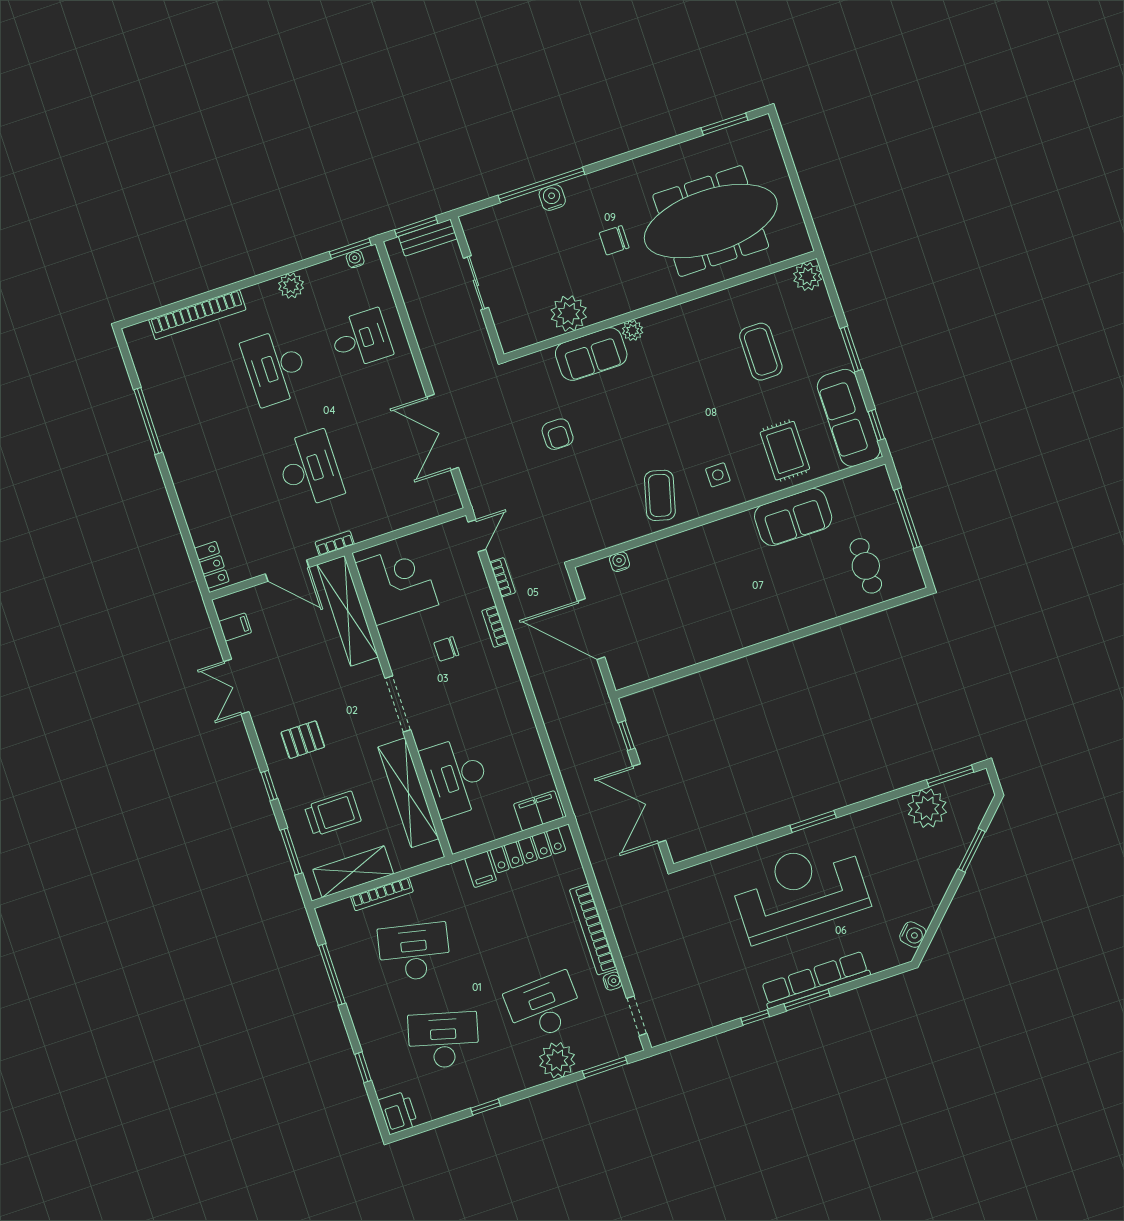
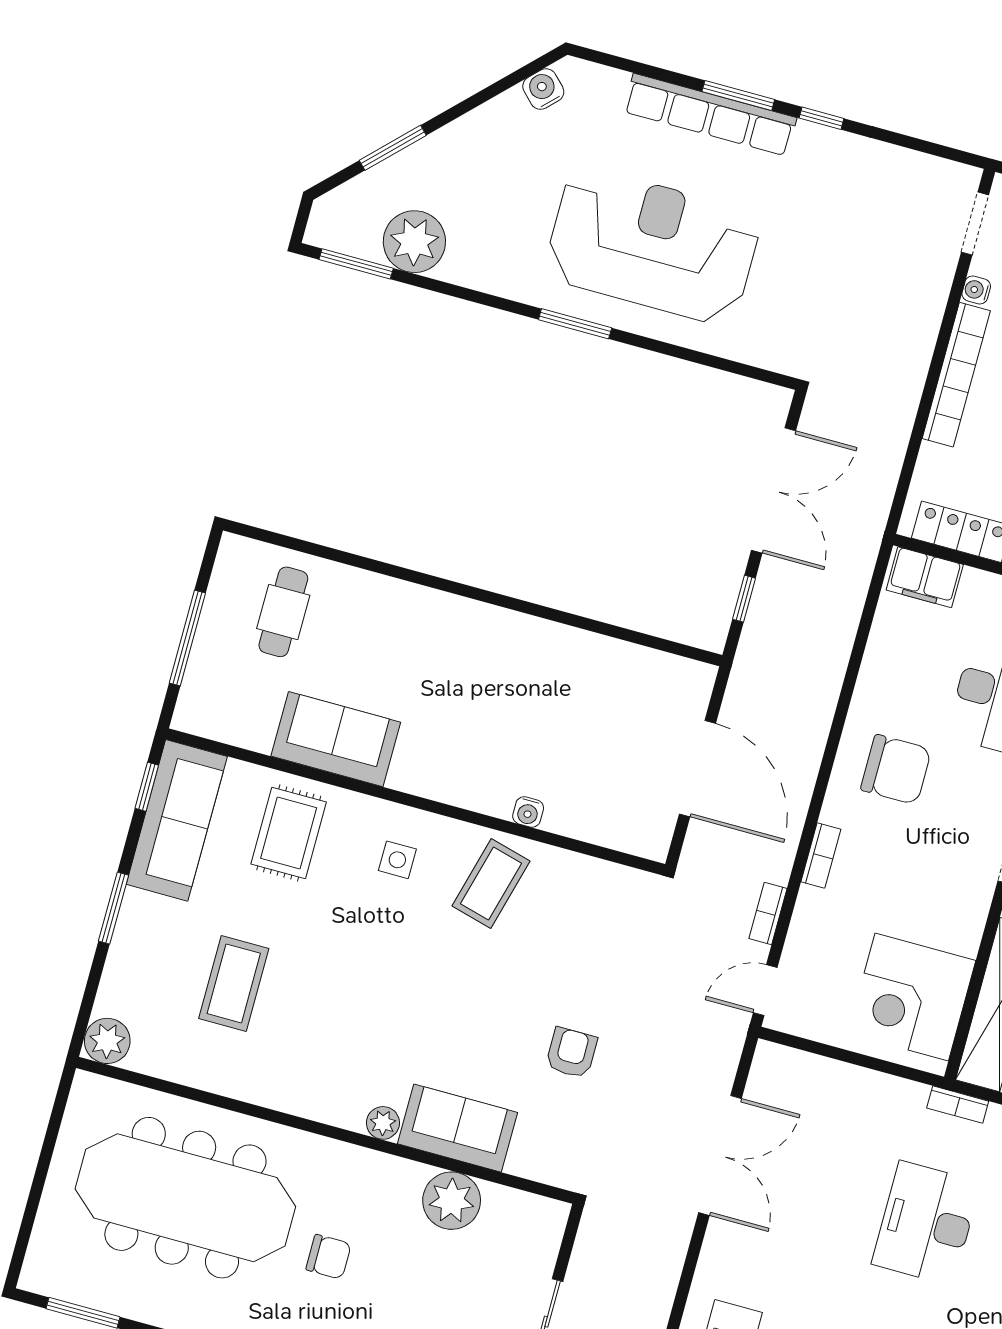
water cooler: (619, 562) -> (528, 812), moved
chair: (446, 649) -> (896, 770), moved, width x1.87, depth x1.87
reception desk: (800, 890) -> (652, 246), turned 180

